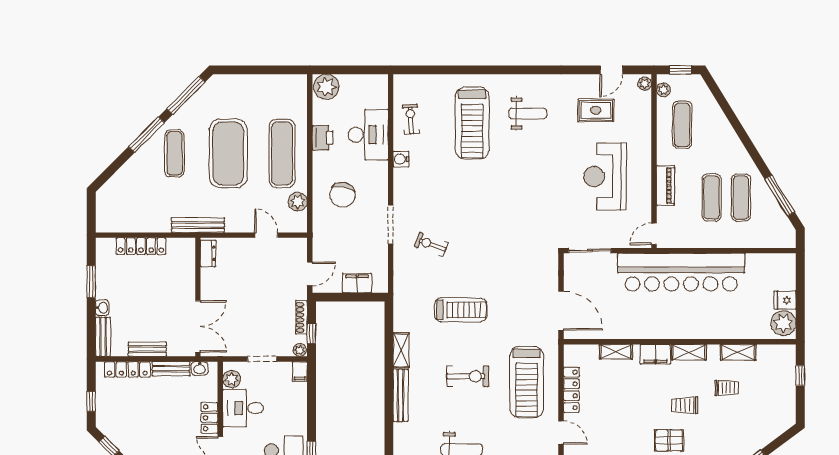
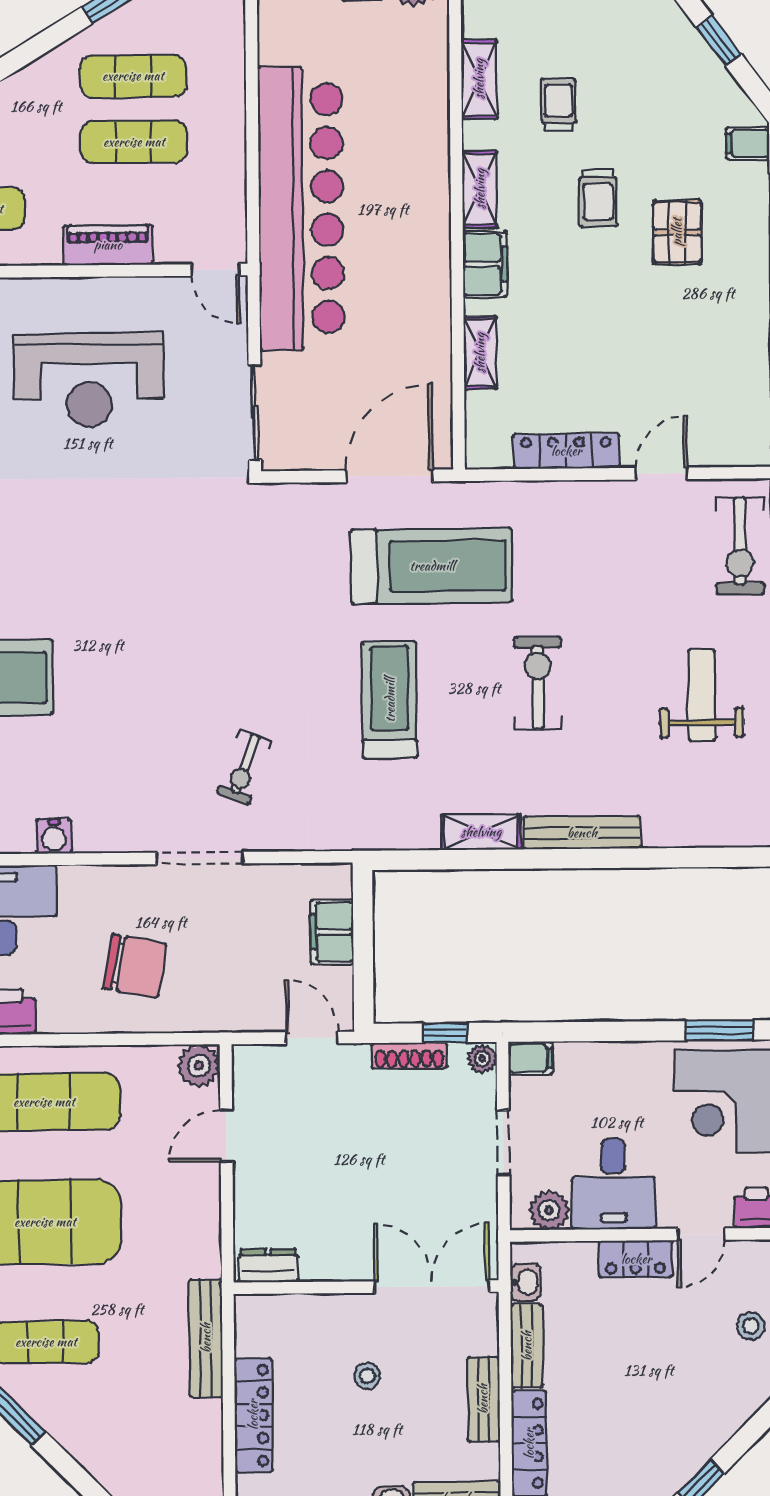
plant: (298, 202) -> (199, 1066), moved
bench: (198, 225) -> (206, 1338), moved
stool: (158, 297) -> (367, 1376), added
treadmill: (527, 382) -> (432, 566), moved

